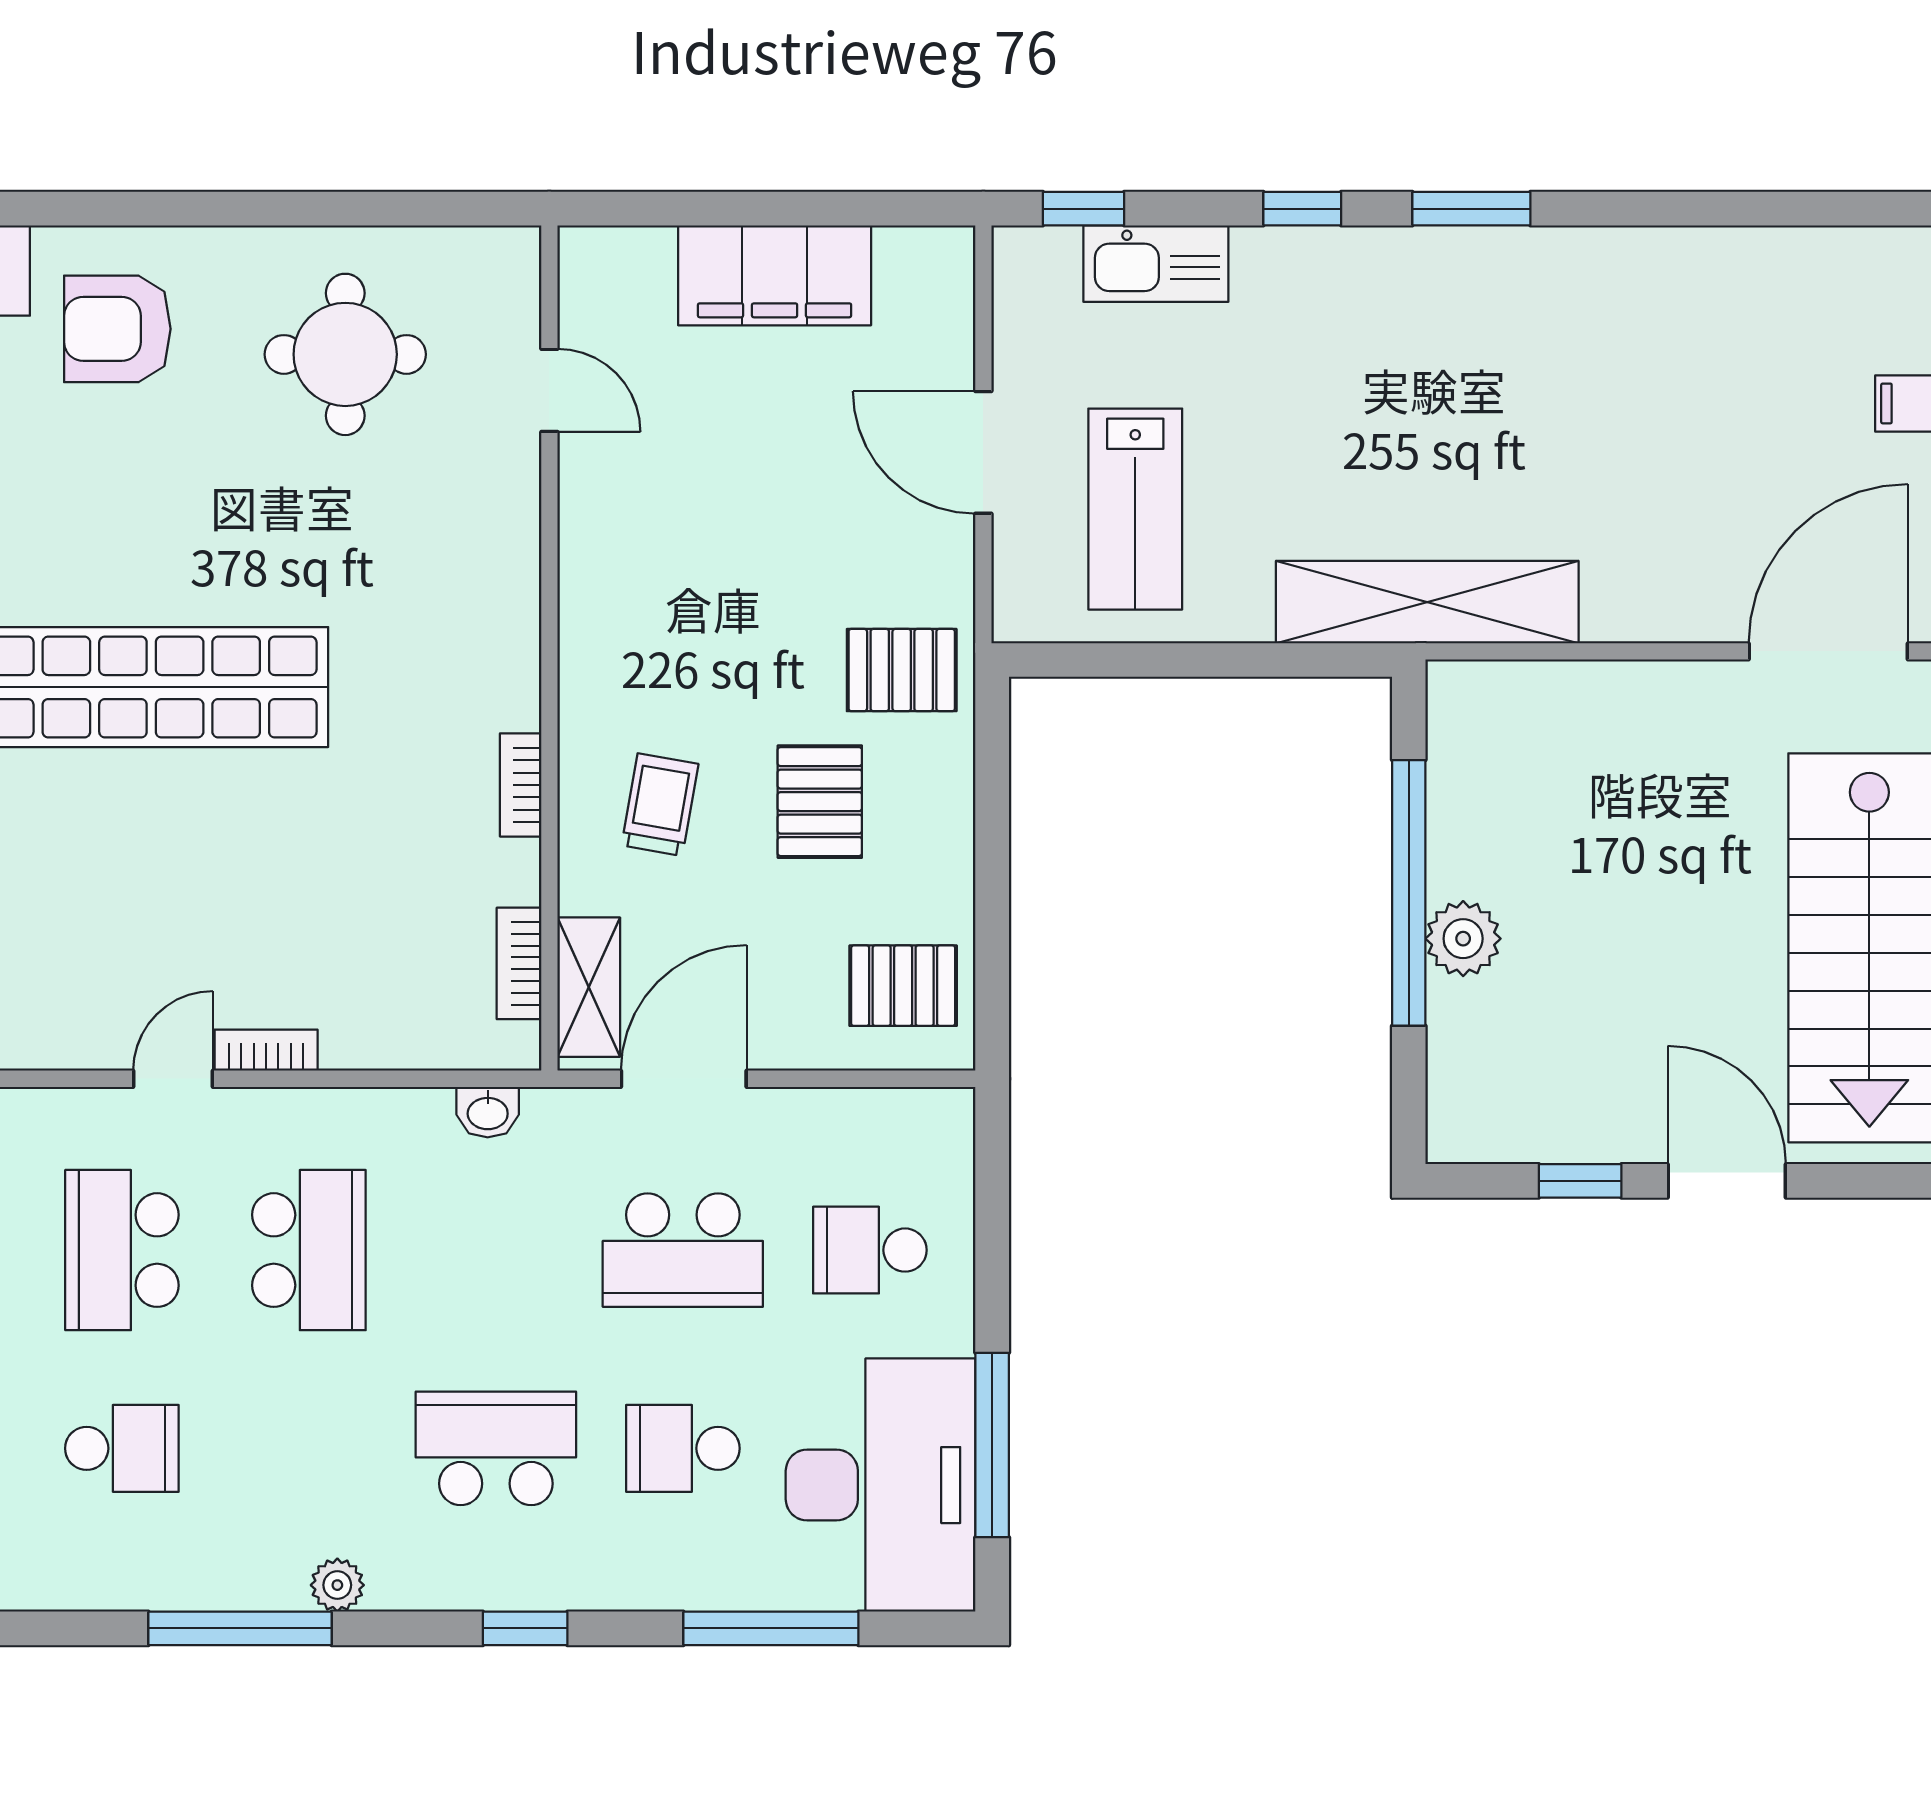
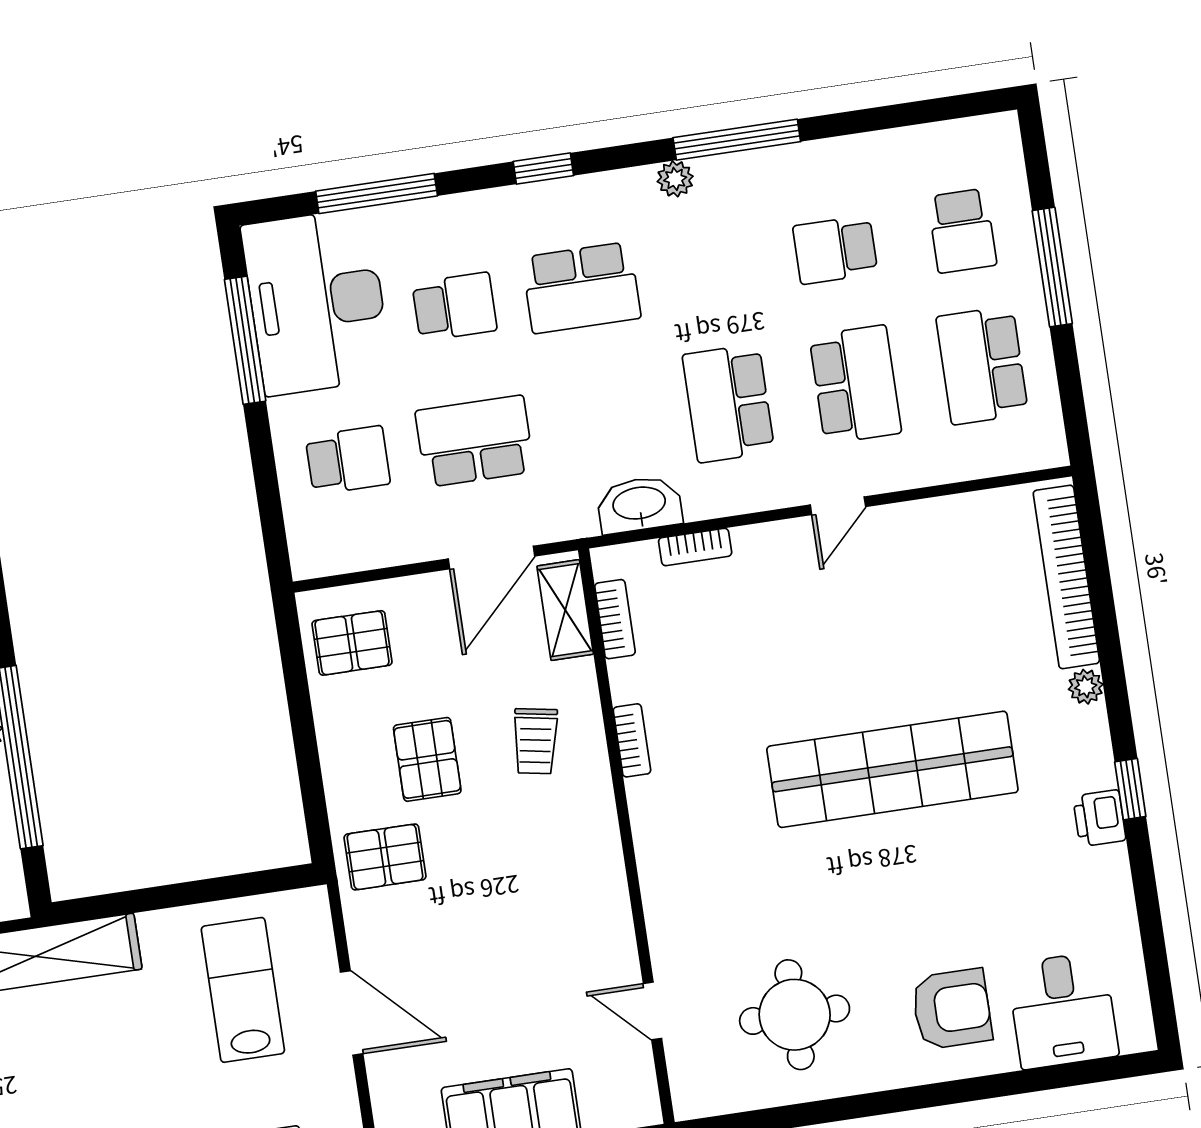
bookcase: (266, 1050) -> (695, 547), moved
washbasin: (488, 1112) -> (639, 505), width x1.91, depth x1.45

